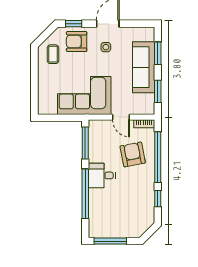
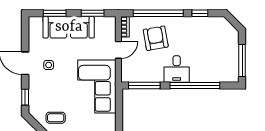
armchair: (77, 42) -> (43, 94), removed
armchair: (133, 154) -> (156, 38), turned 91

